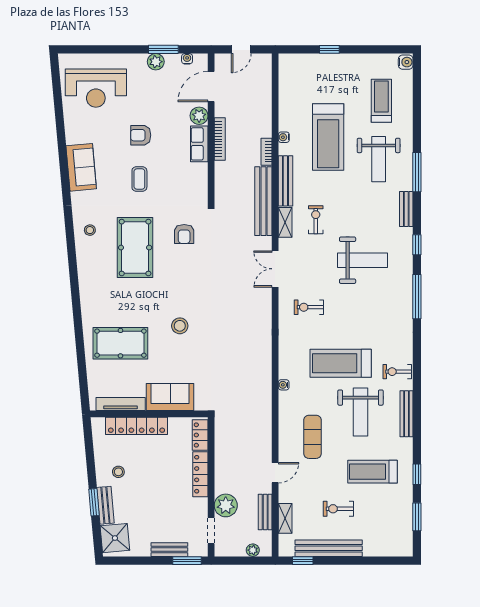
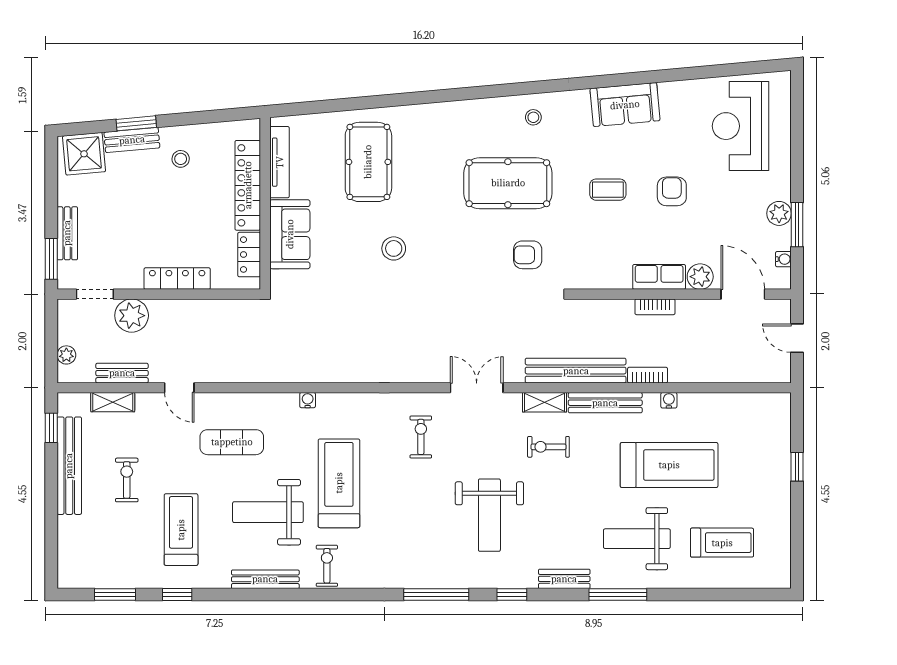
water cooler: (406, 62) -> (778, 578), removed
treadmill: (328, 137) -> (669, 465), turned 180
bookcase: (220, 139) -> (655, 307), width x0.64
exercise bike: (316, 220) -> (548, 447), turned 180
locker: (200, 435) -> (249, 255), moved, turned -90

